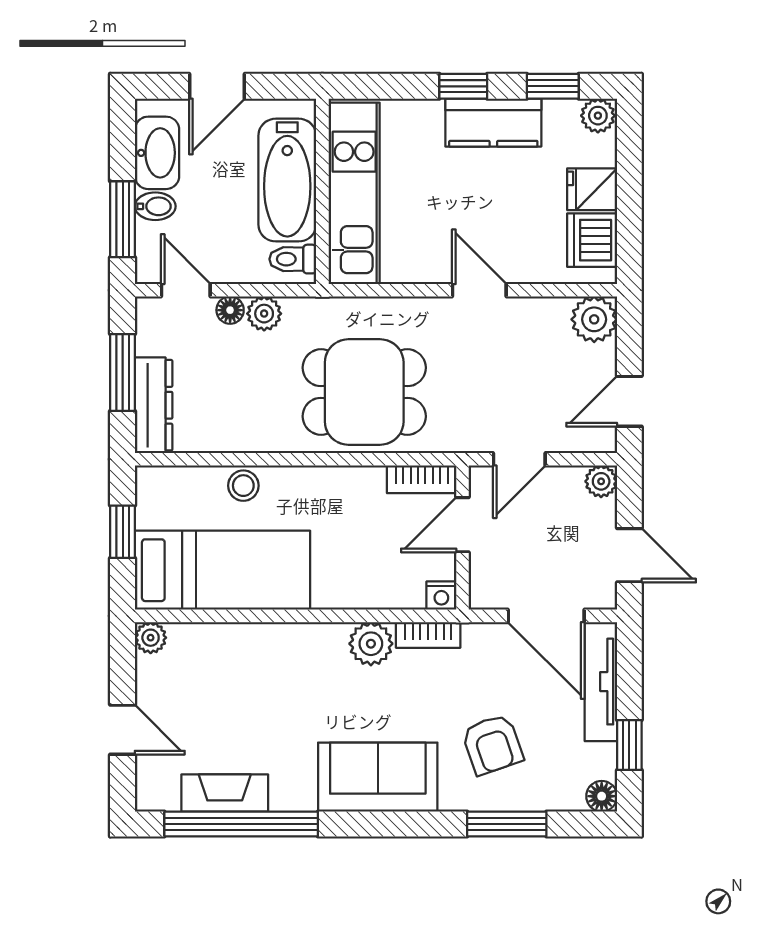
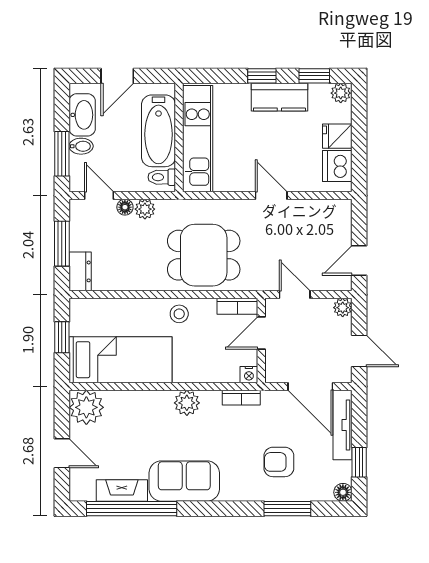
plant: (594, 319) -> (339, 213), removed
dresser: (154, 405) -> (80, 271), width x0.70
door: (519, 459) -> (295, 295), swing flipped
stool: (243, 486) -> (179, 314), moved
plant: (151, 638) -> (86, 407), width x1.88, depth x1.88
plant: (371, 644) -> (187, 403), moved
armchair: (492, 745) -> (279, 462), turned 109
sofa: (378, 777) -> (184, 481), moved

